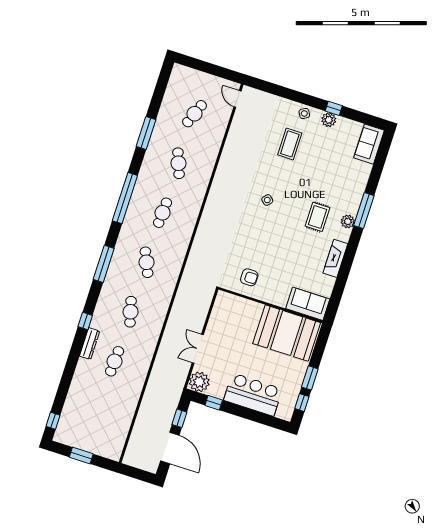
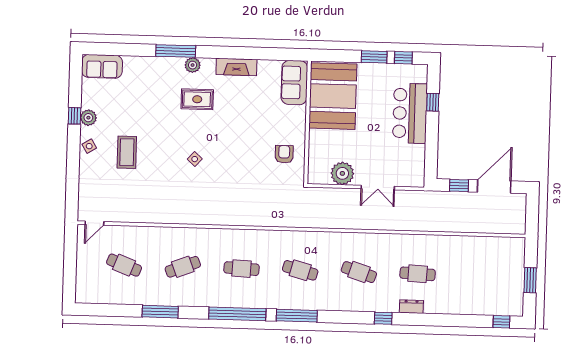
coffee table: (290, 144) -> (127, 152), turned 90
cafe table: (147, 262) -> (300, 270), turned 39
window: (104, 264) -> (297, 316), moved
cafe table: (131, 312) -> (359, 272), turned 33
dresser: (90, 344) -> (411, 307), width x0.70
plant: (199, 382) -> (342, 173), moved
window: (214, 403) -> (433, 102), moved

